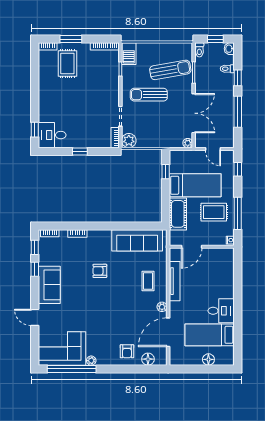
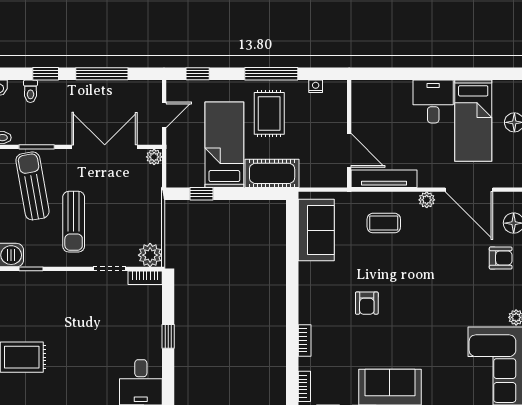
sofa: (137, 240) -> (316, 230), width x0.73
door: (192, 247) -> (349, 150), moved
wall: (202, 247) -> (349, 134), moved

